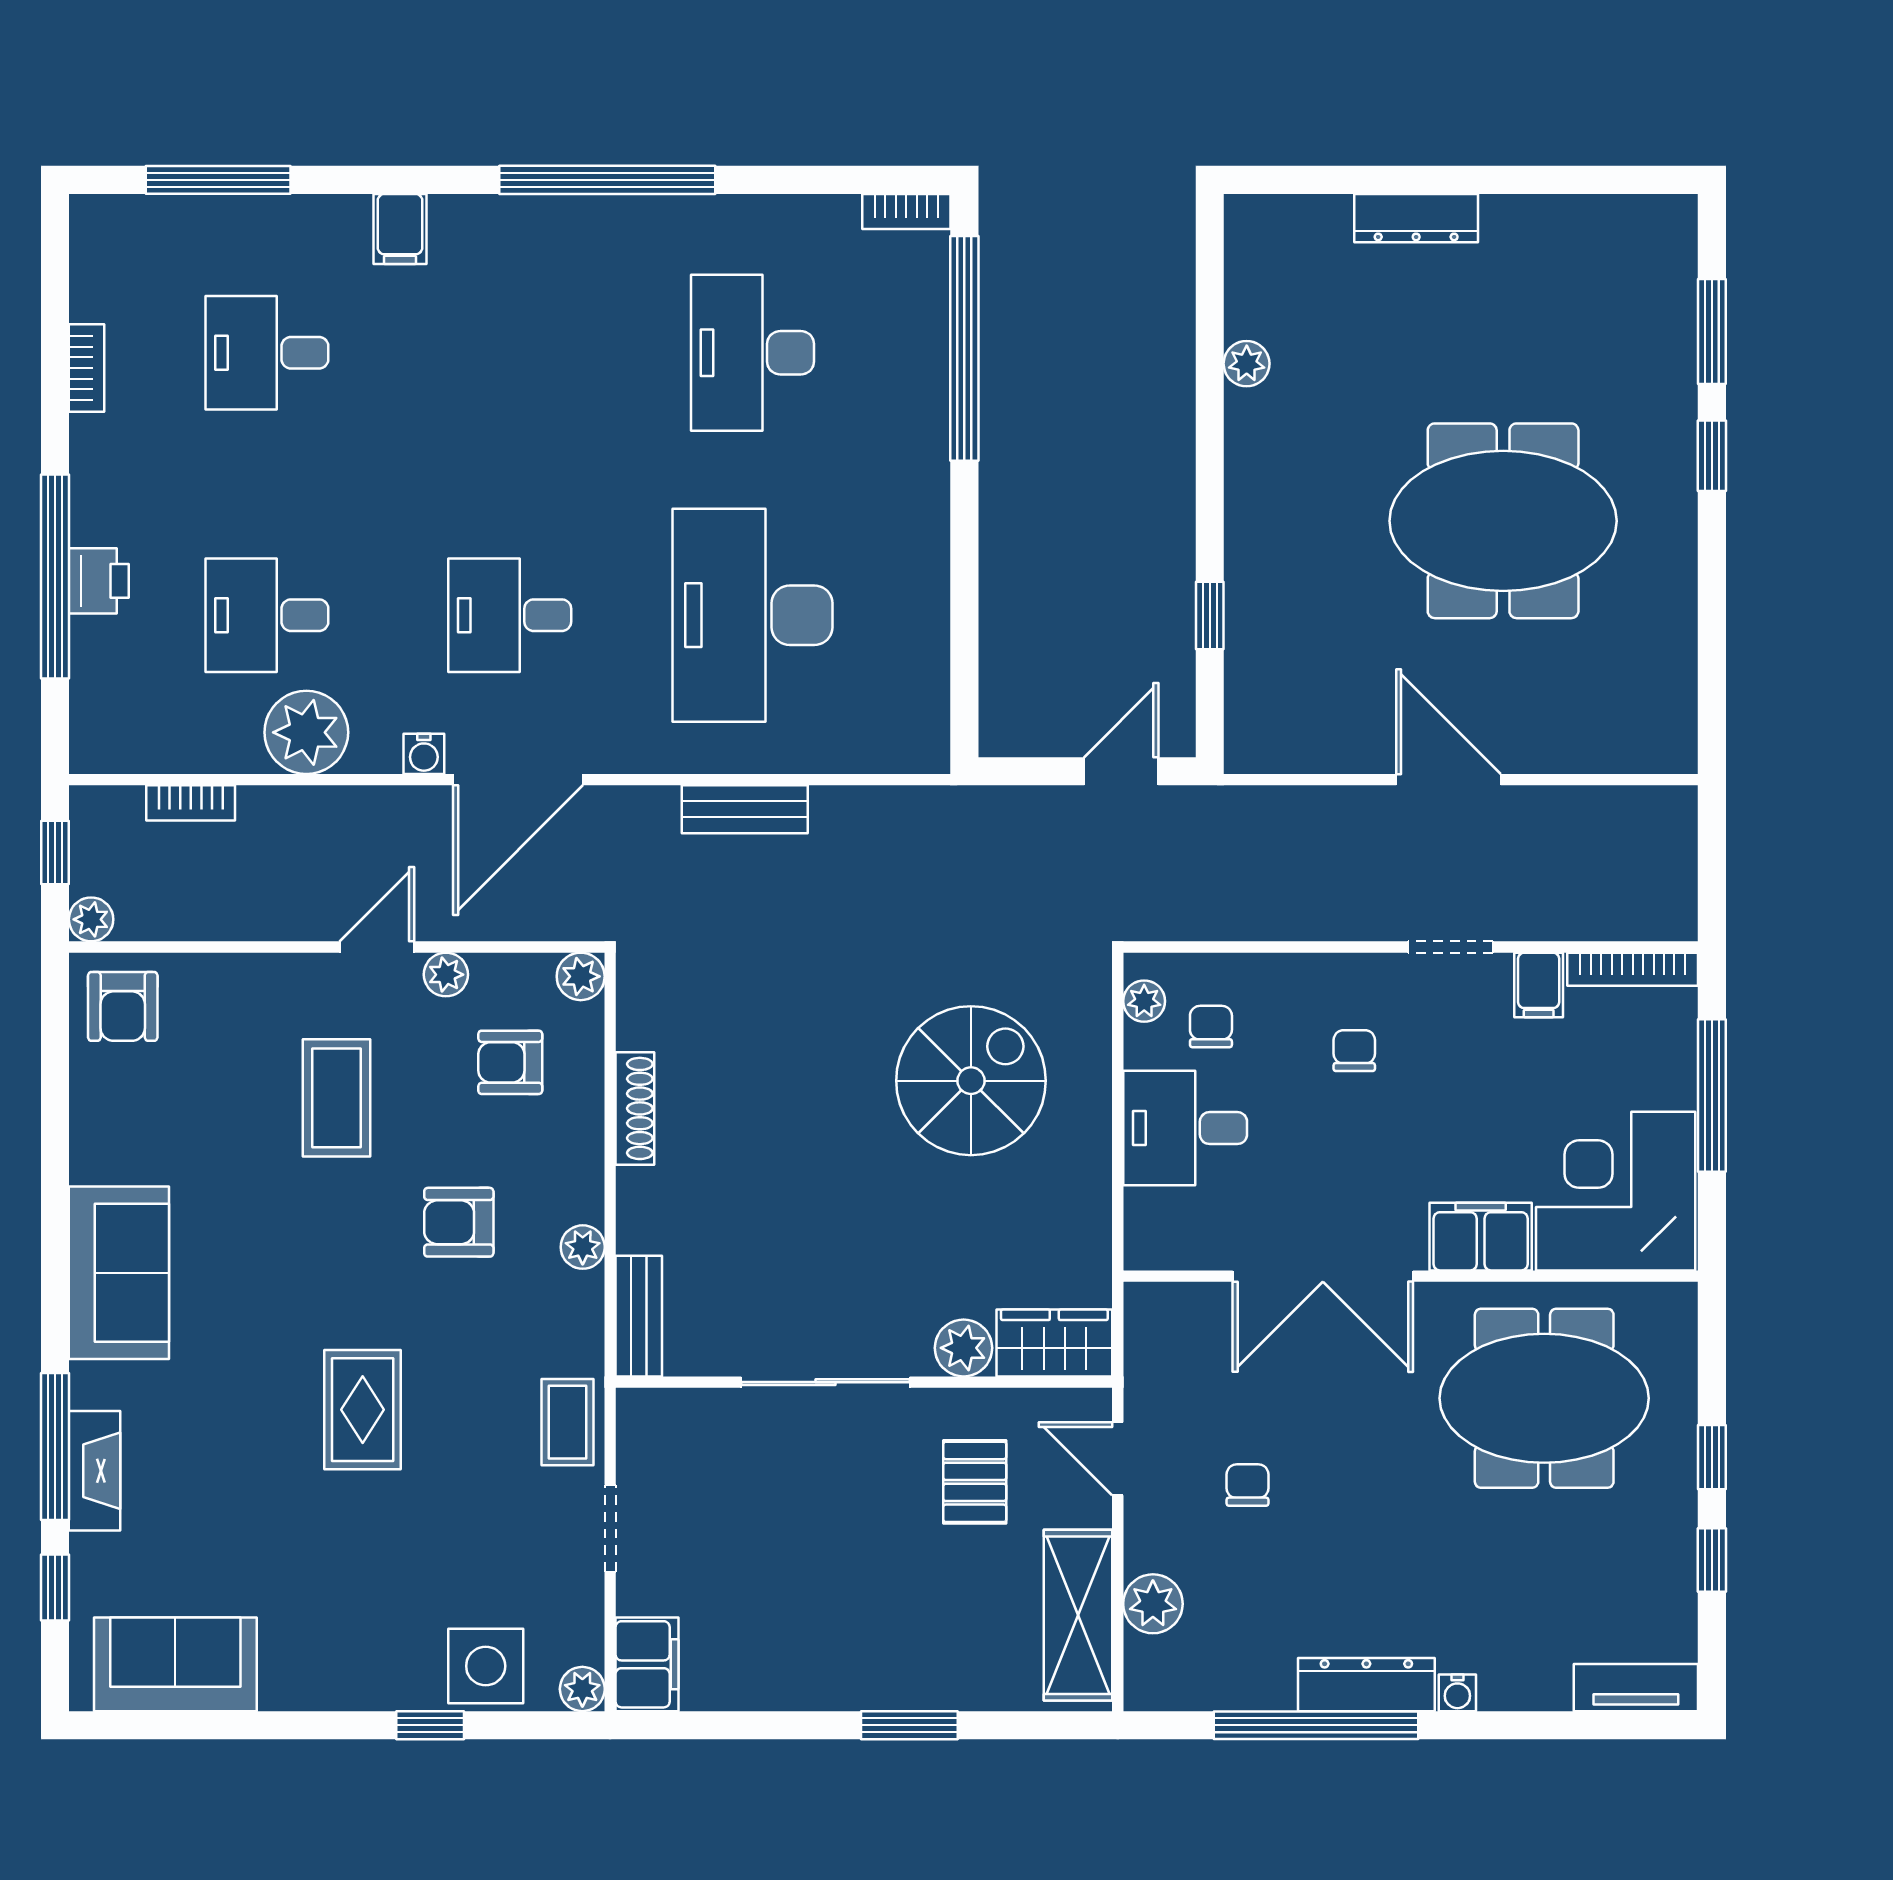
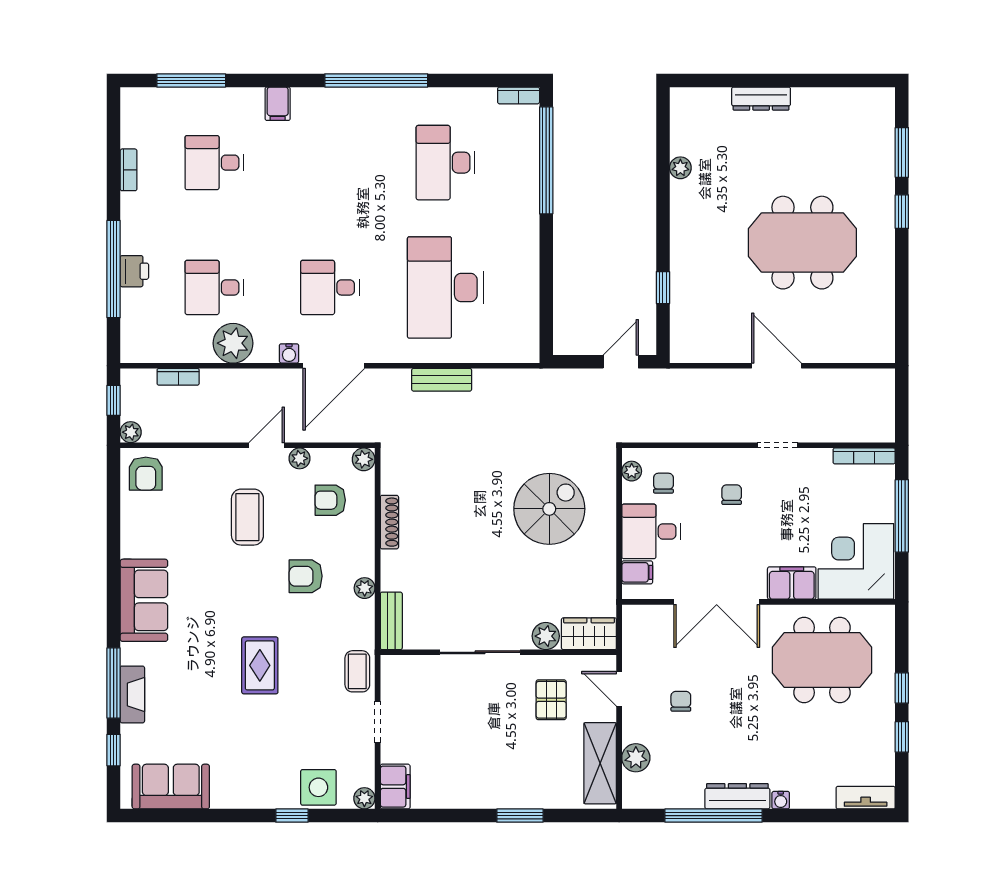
filing cabinet: (1539, 985) -> (637, 572), moved, turned -90

